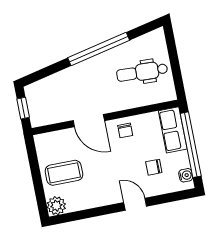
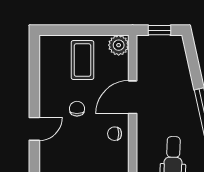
chair: (154, 167) -> (77, 109), moved
plant: (56, 206) -> (119, 45), moved

